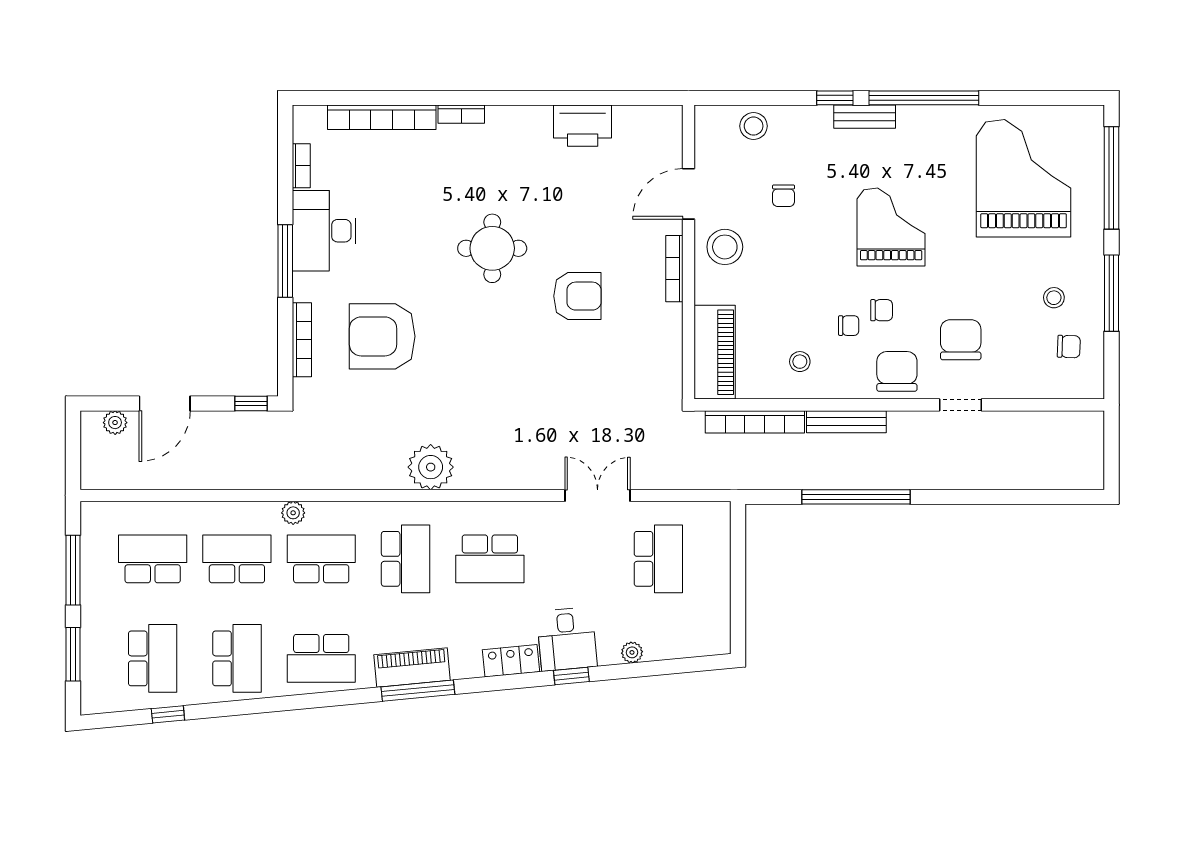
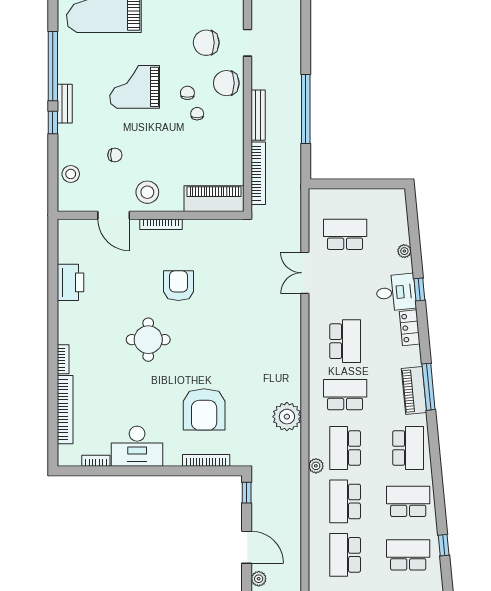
window: (285, 261) -> (156, 471), removed
stool: (800, 362) -> (220, 145), removed
plant: (431, 467) -> (287, 417), moved

